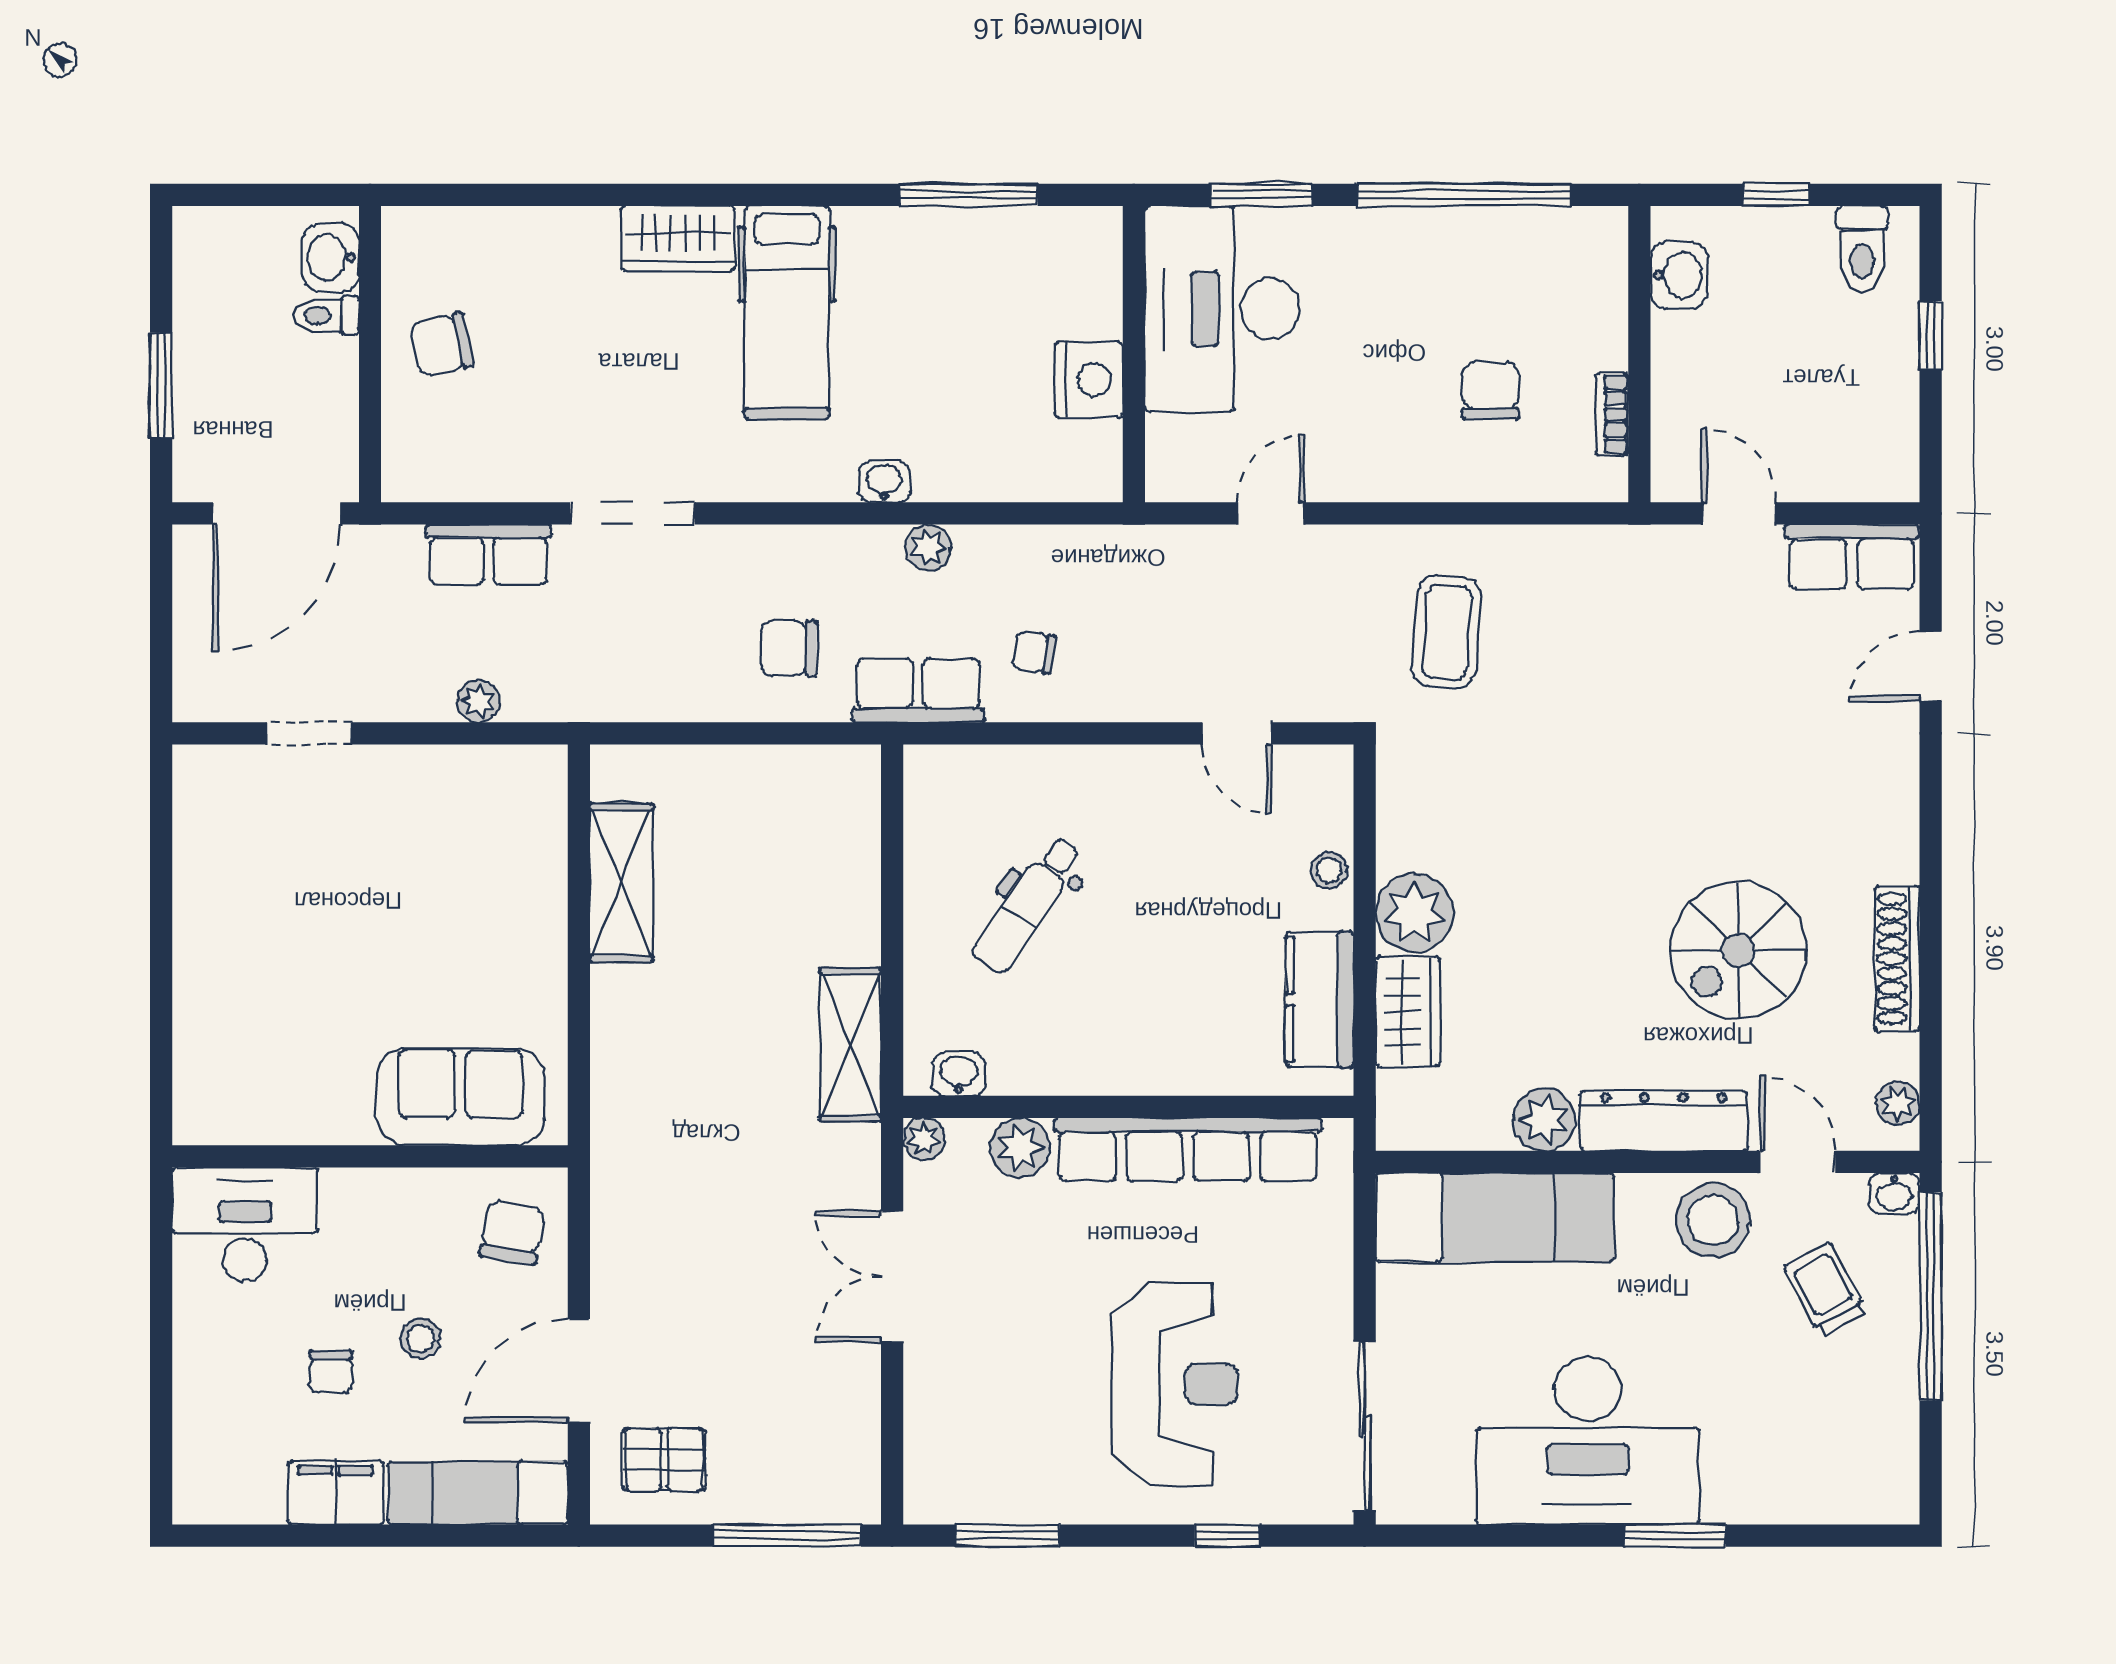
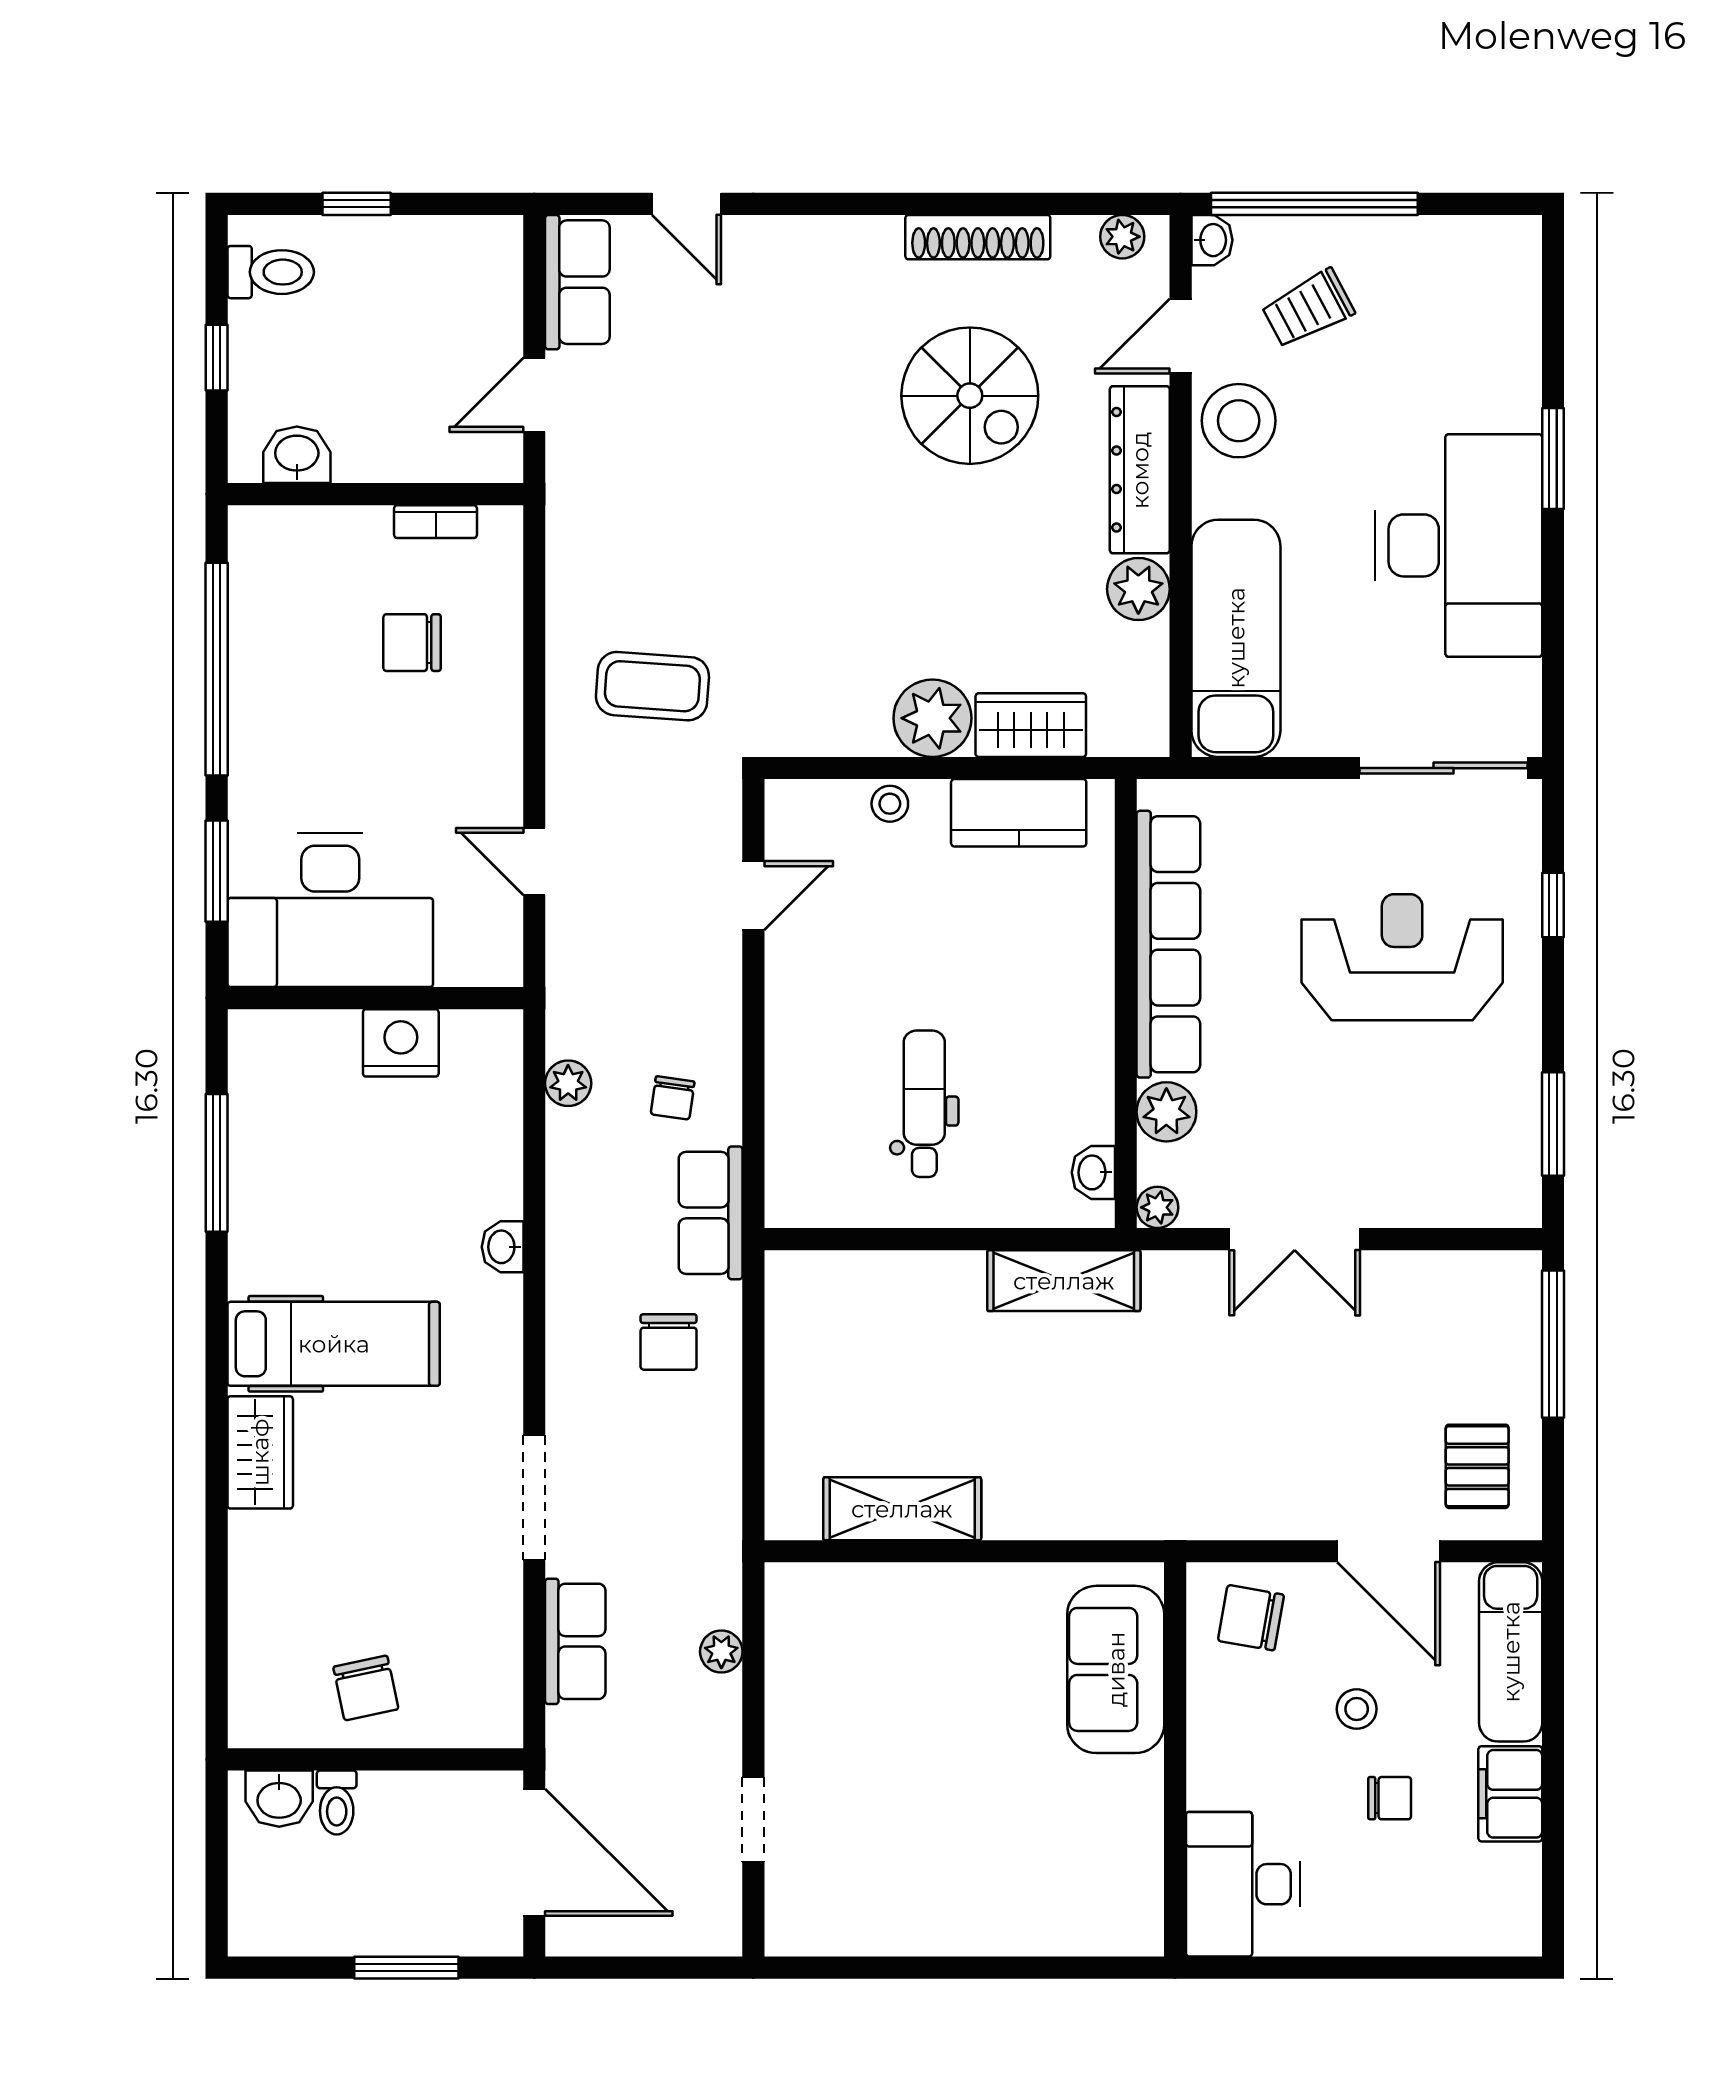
plant: (928, 547) -> (568, 1083), moved
dental chair: (1028, 905) -> (924, 1104), turned -124

